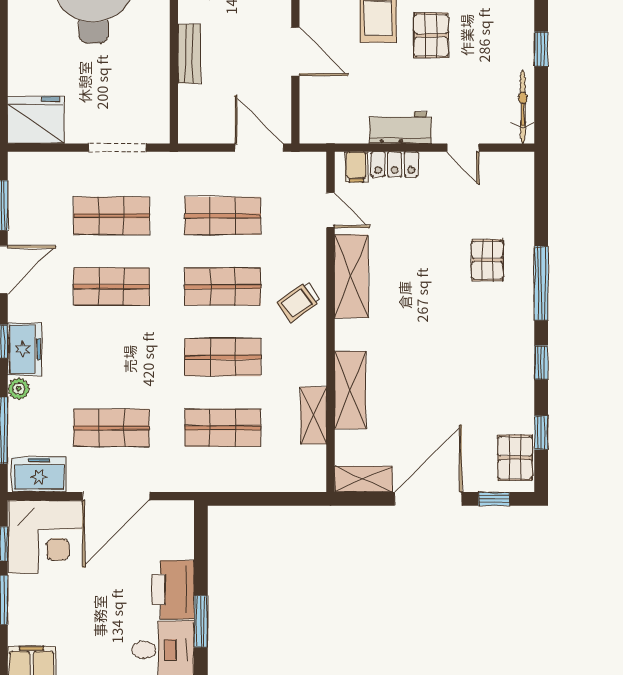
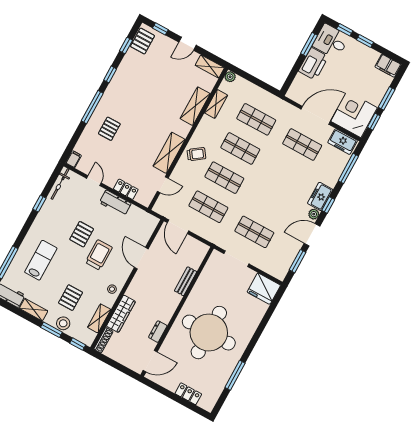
filing cabinet: (356, 167) -> (74, 159), moved
door: (330, 210) -> (163, 185), swing flipped
shop shelf: (111, 287) -> (270, 203), removed
plant: (19, 389) -> (314, 214), moved
plant: (315, 481) -> (230, 77), added
door: (428, 499) -> (188, 44), width x0.53

